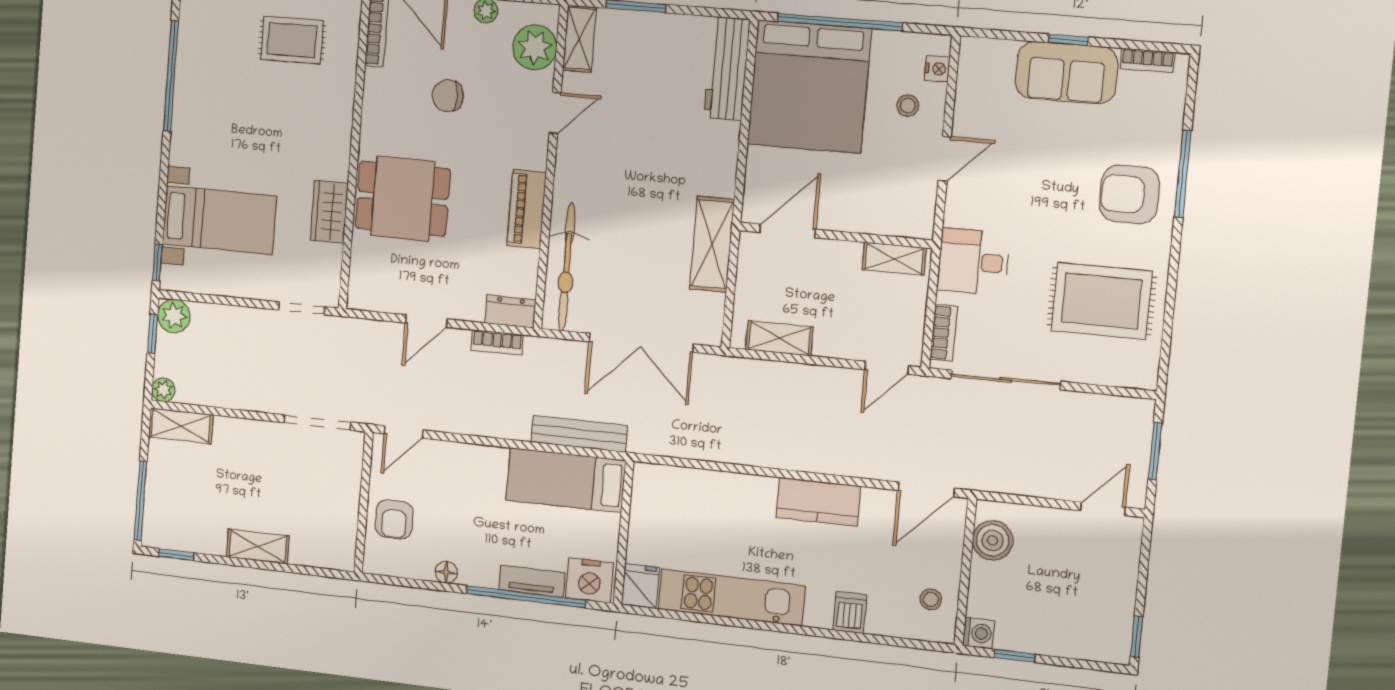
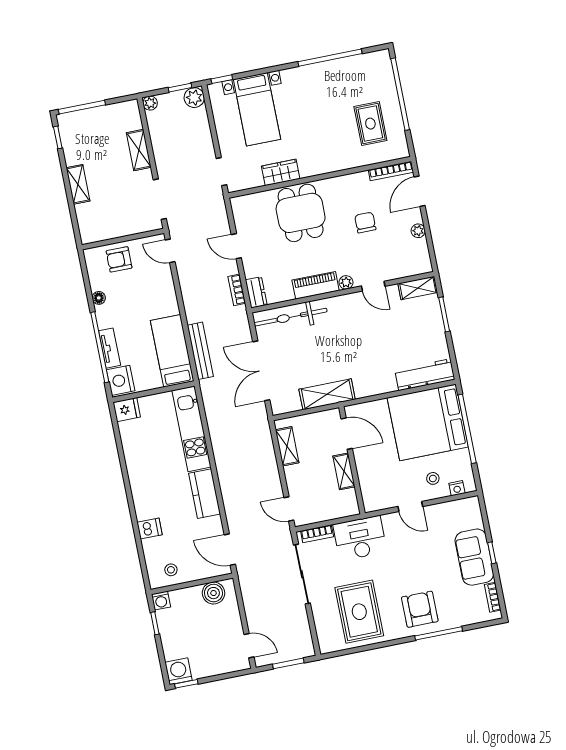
plant: (535, 47) -> (346, 282), moved, width x0.53, depth x0.53
shelving: (894, 259) -> (344, 471), moved
desk: (973, 262) -> (360, 538), width x1.37
shelving: (181, 426) -> (139, 150), moved
kitchen unit: (731, 597) -> (191, 429), moved, turned 180
washing machine: (1110, 643) -> (179, 671), added

